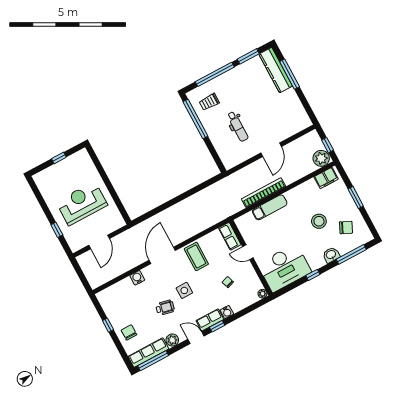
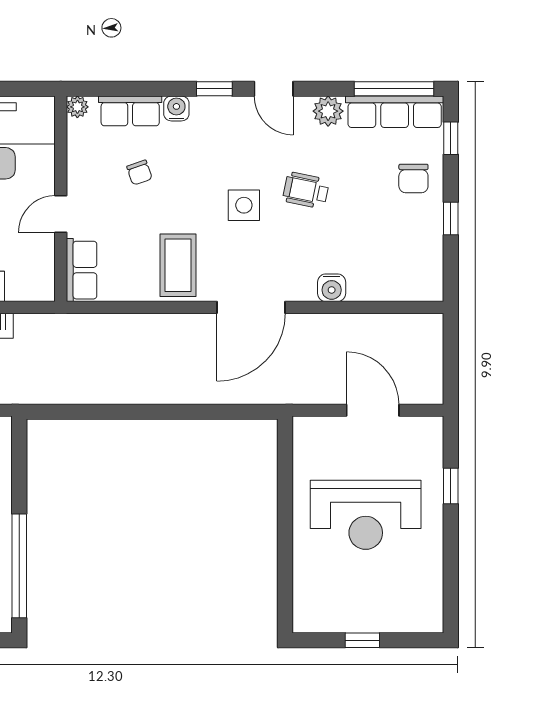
door: (99, 242) -> (373, 410), hinge flipped
door: (248, 252) -> (61, 214), swing flipped
row of seats: (210, 320) -> (130, 111), moved
window: (123, 354) -> (451, 138), added

